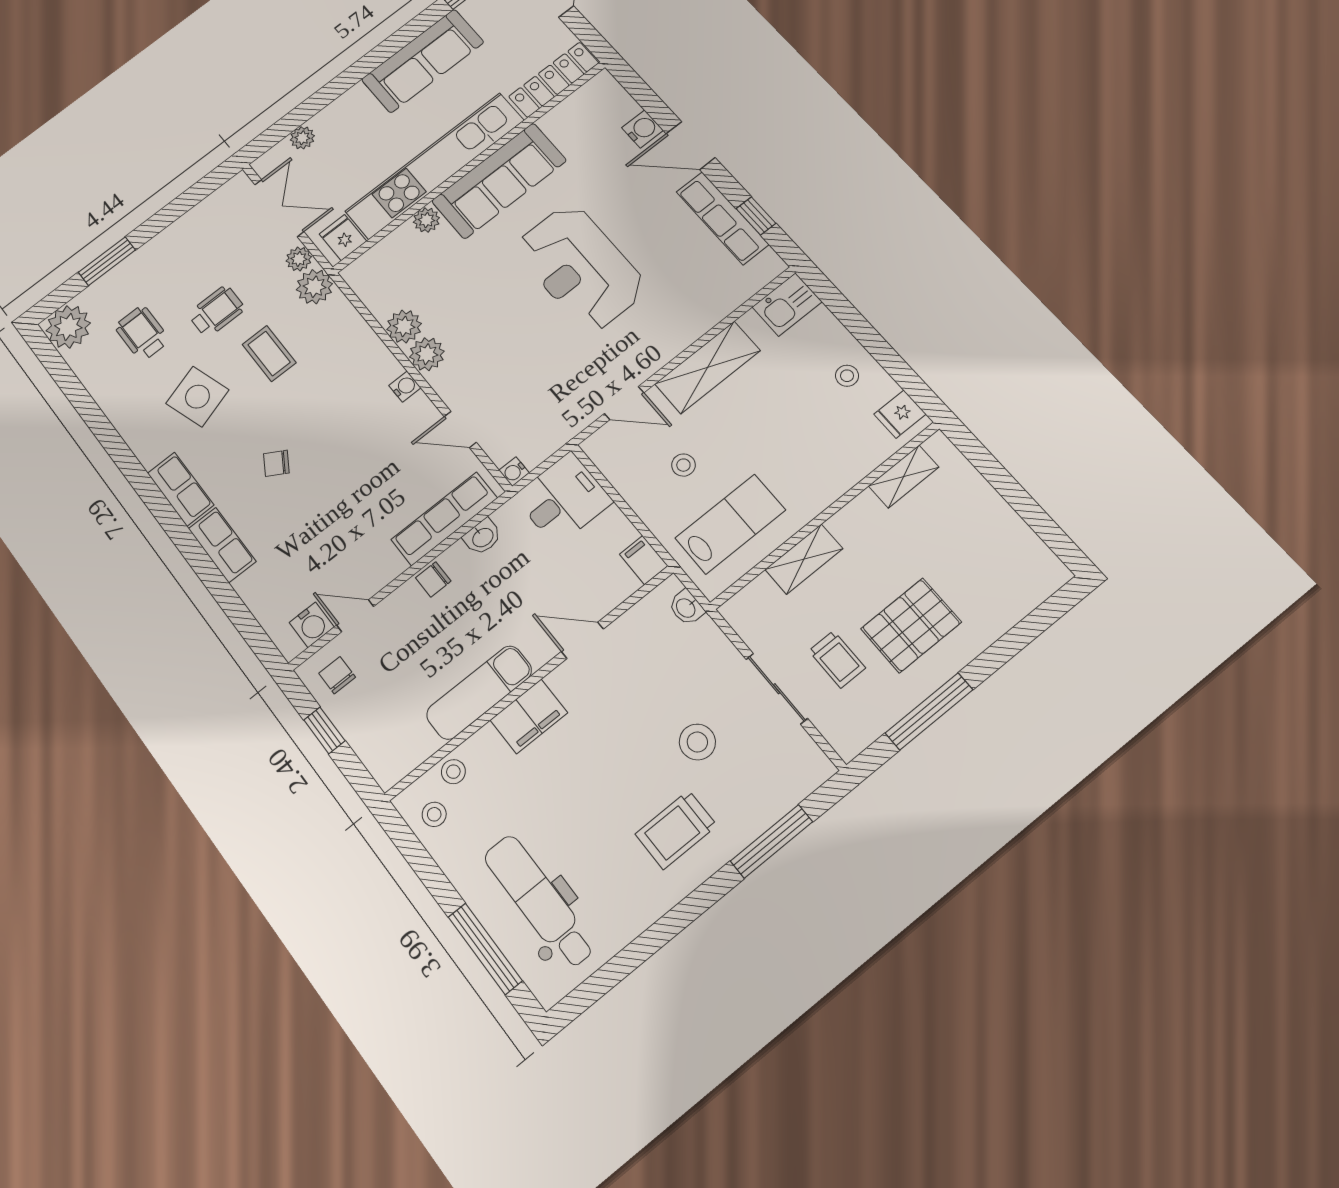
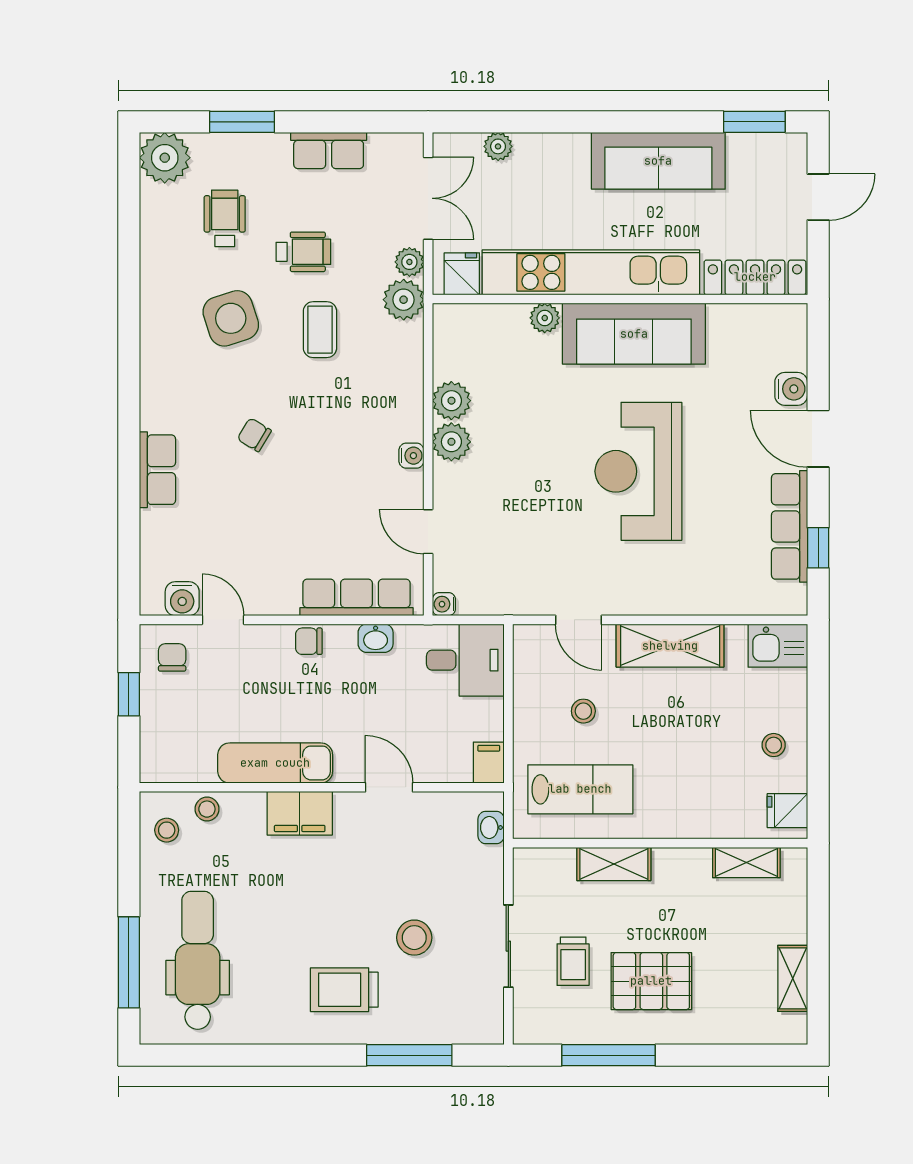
row of seats: (181, 489) -> (329, 150), moved, turned 90
shelving: (1018, 534) -> (793, 978), added

